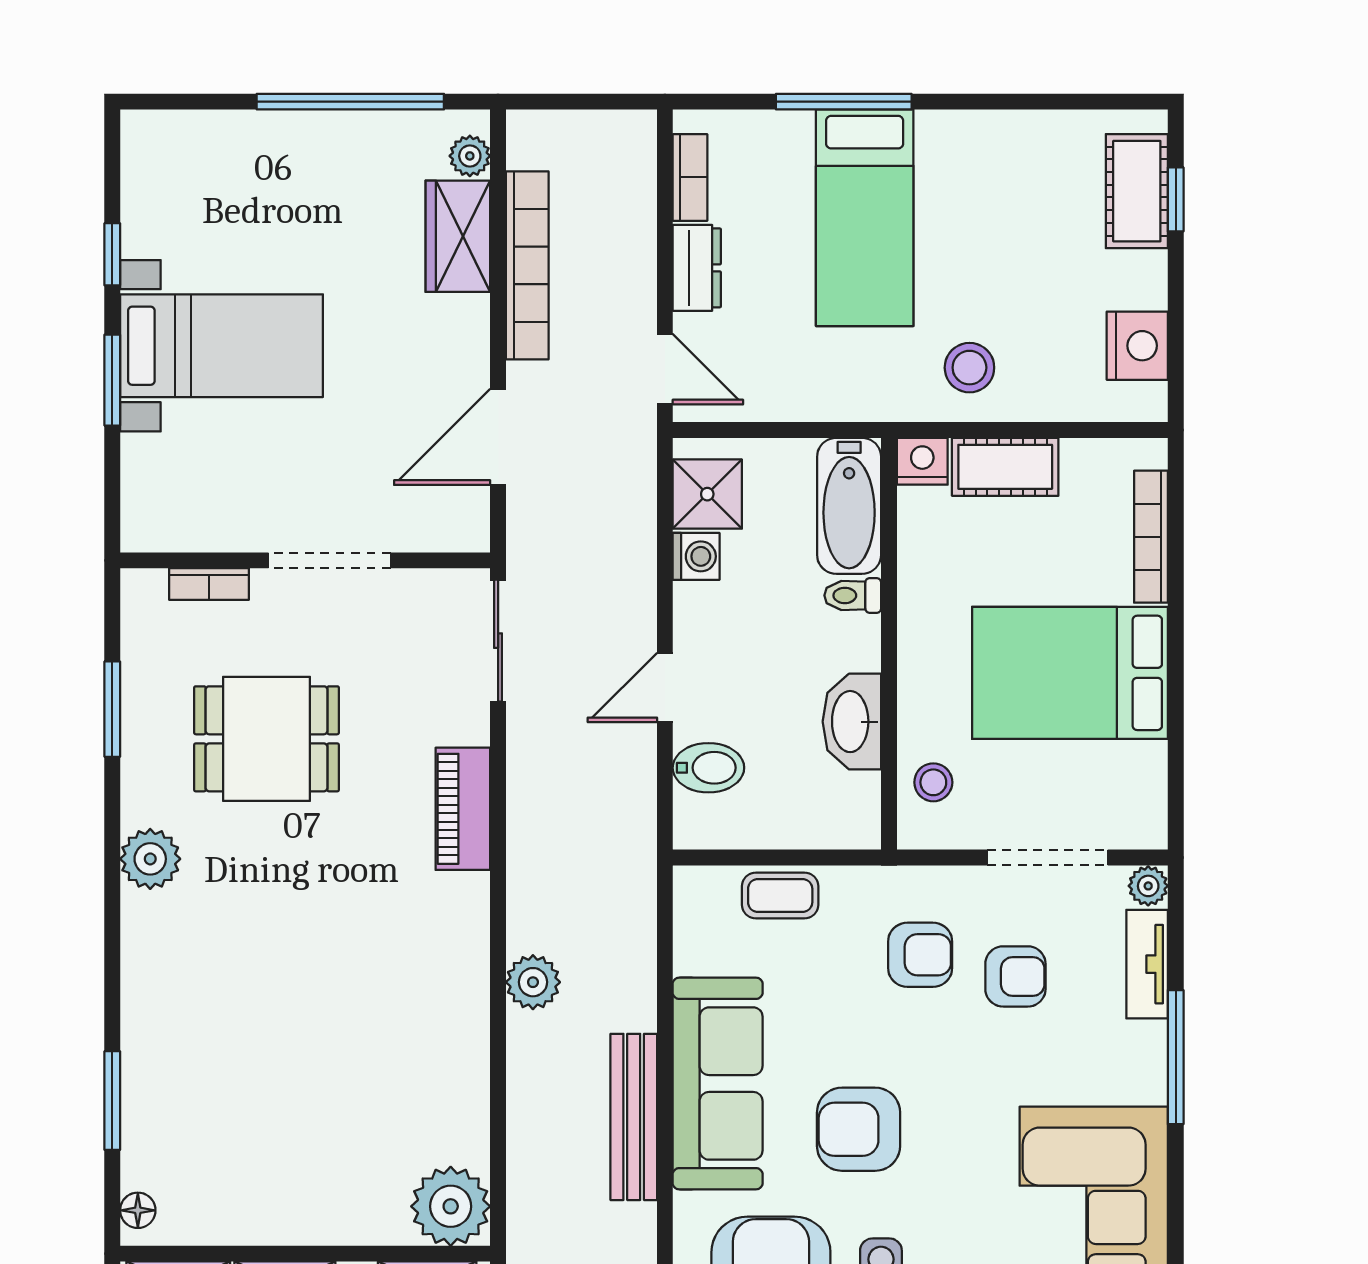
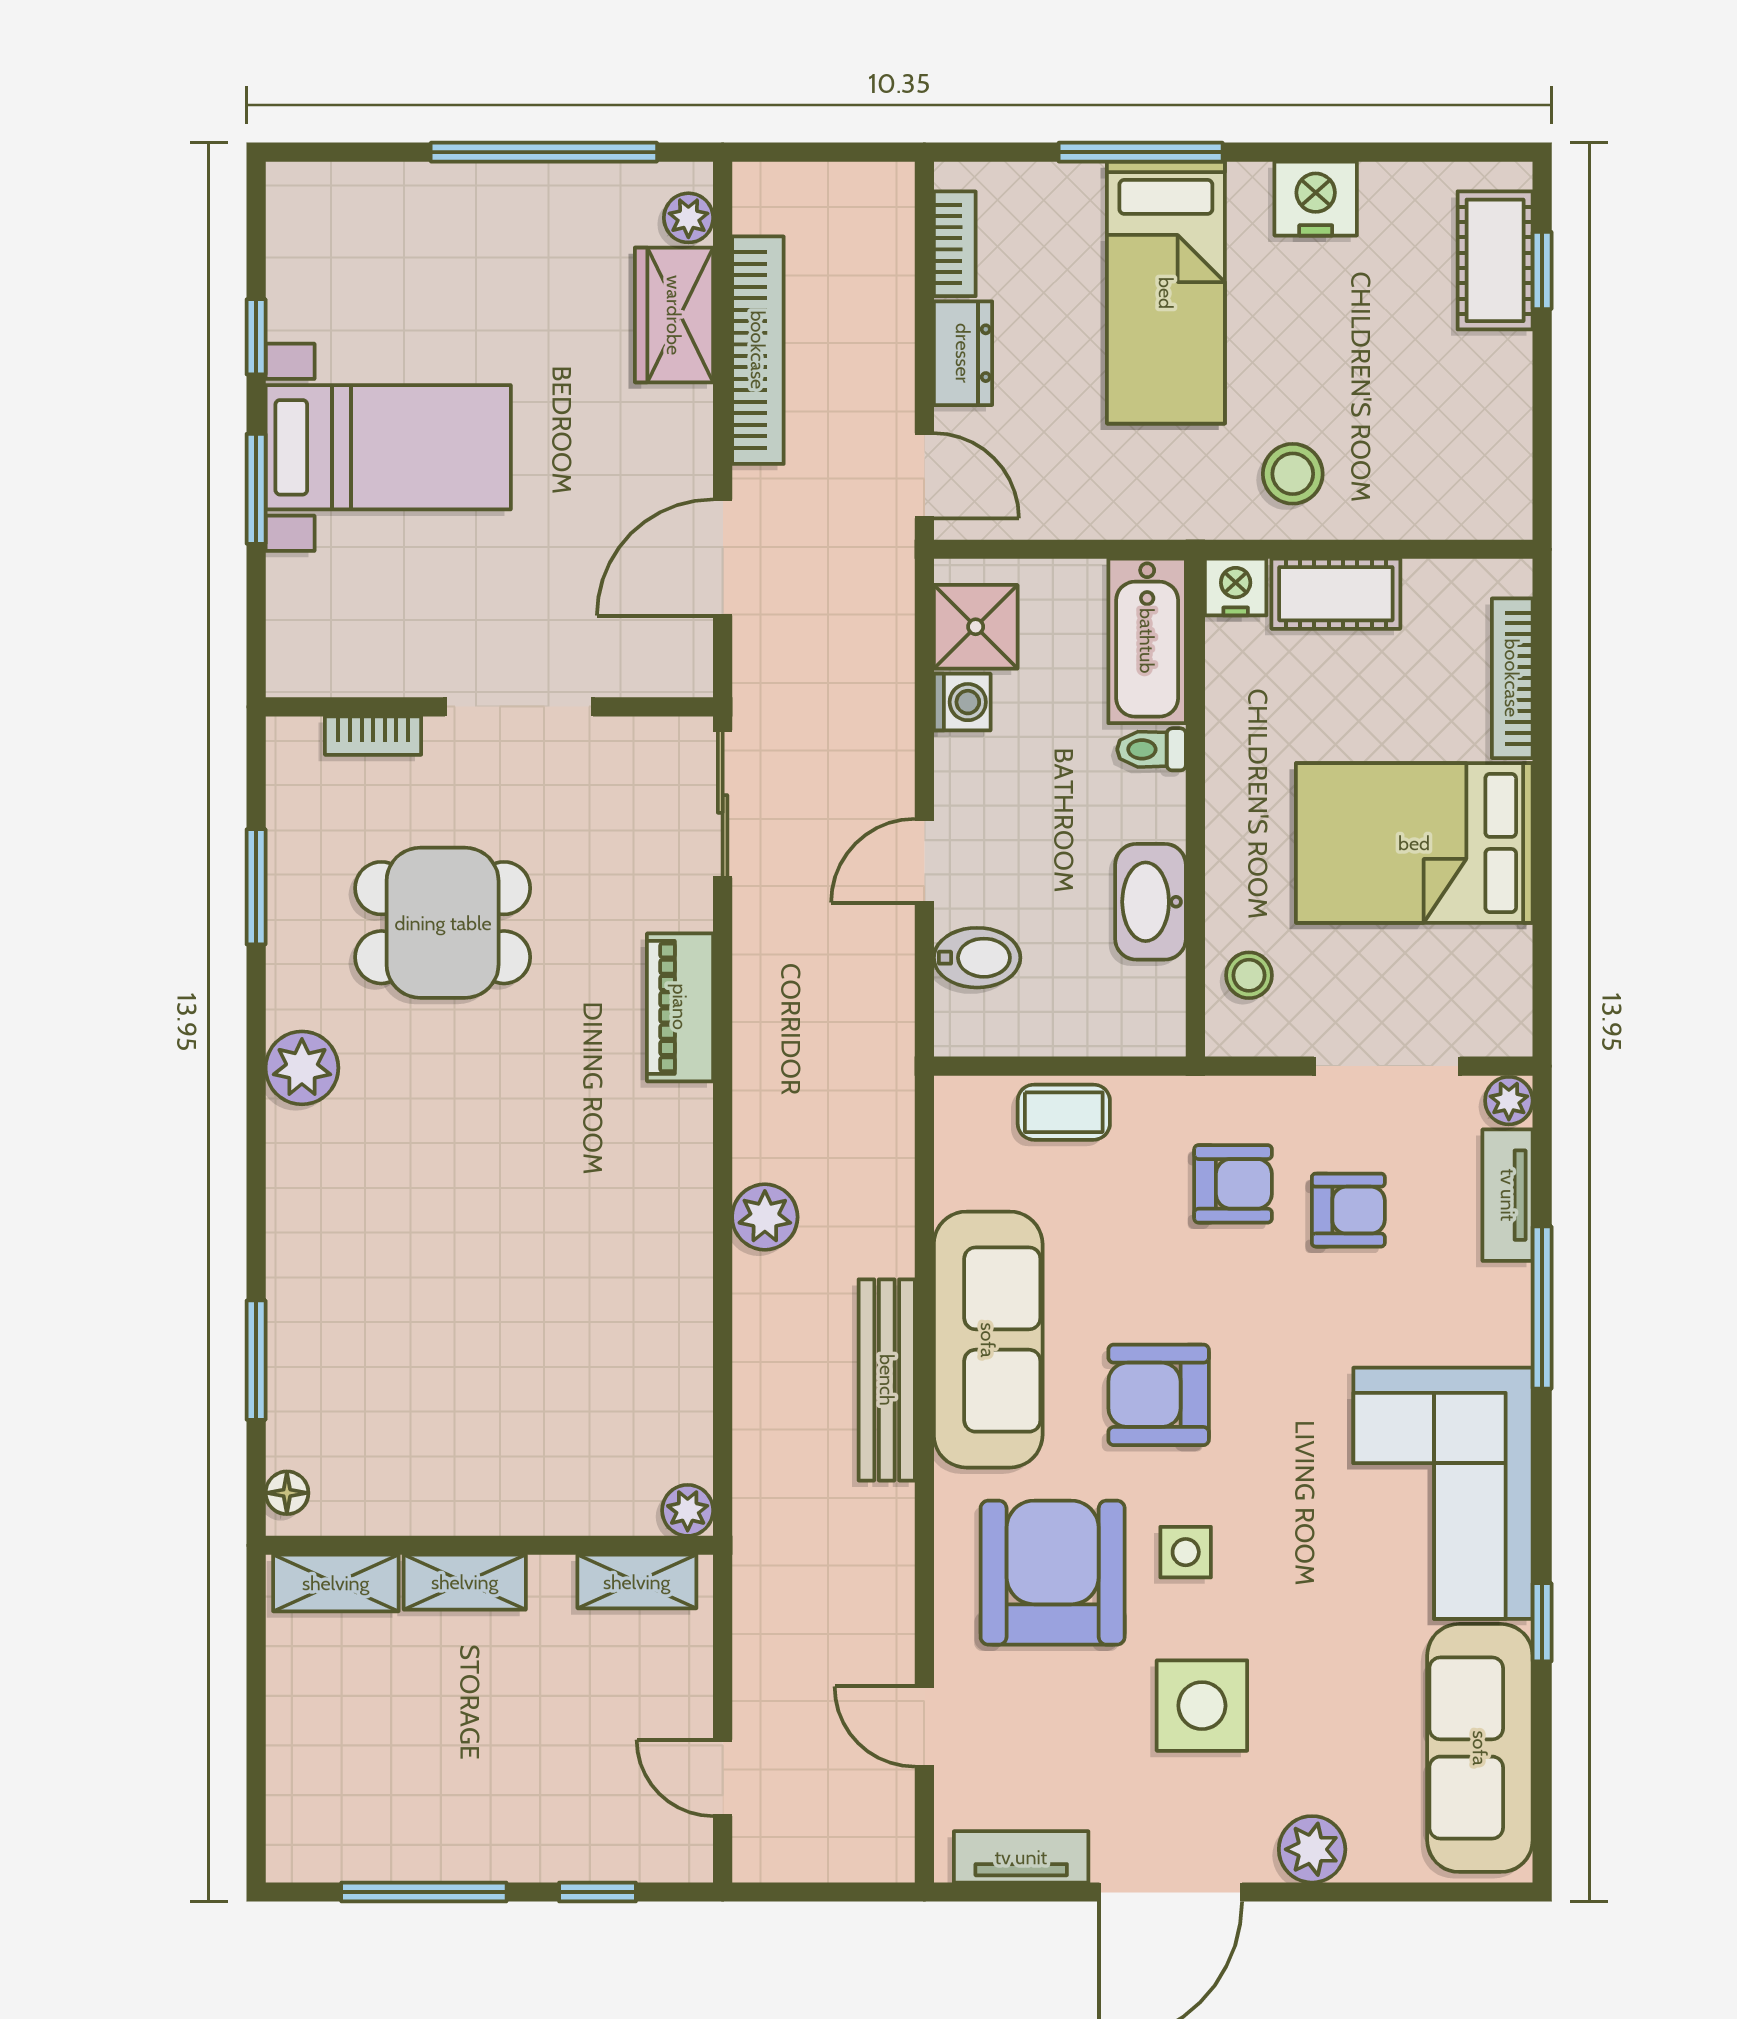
nightstand: (1137, 346) -> (1316, 199), moved, turned -90
plant: (451, 1206) -> (688, 1510), width x0.53, depth x0.53

